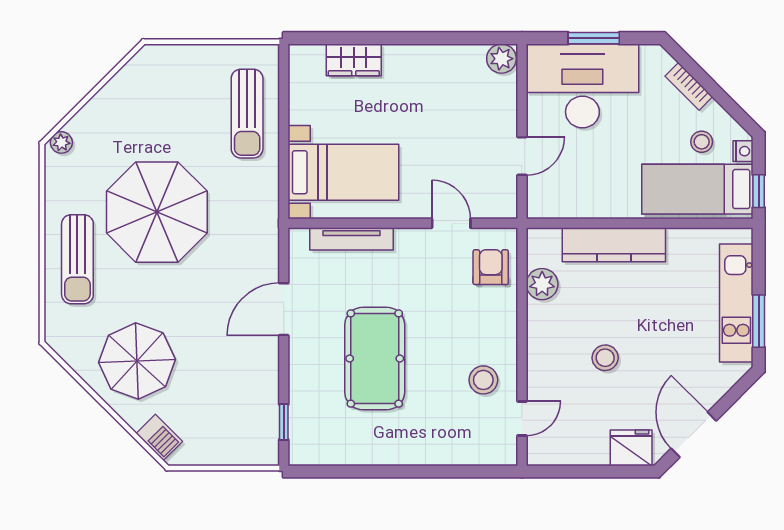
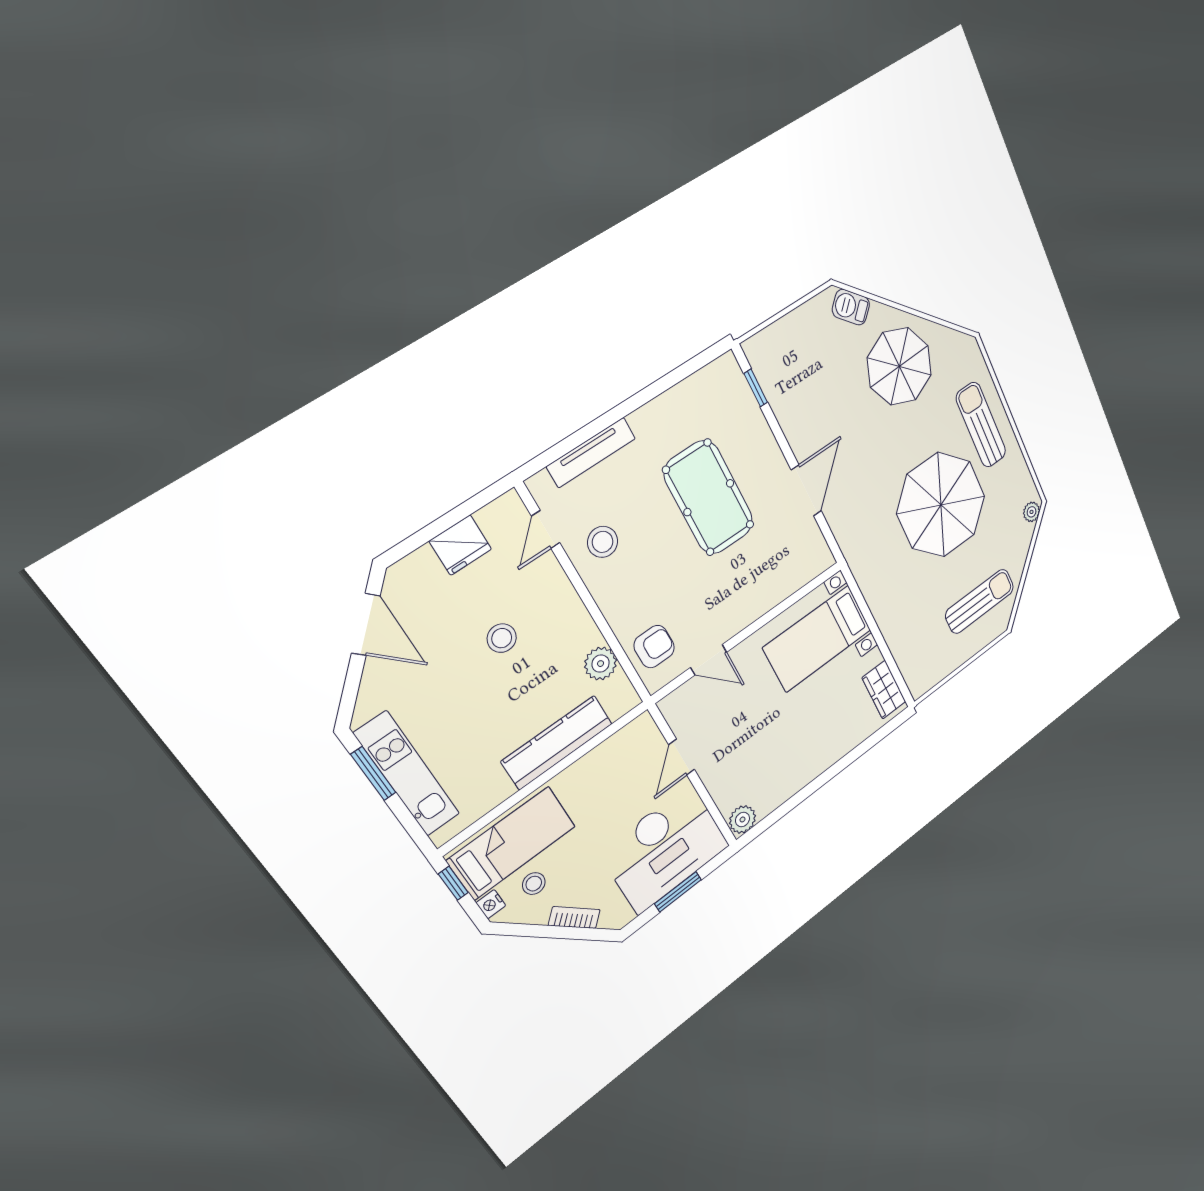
wardrobe: (354, 60) -> (884, 690), moved, turned -90
sun lounger: (247, 114) -> (980, 601), moved, turned 90
tv unit: (352, 239) -> (591, 452), moved, turned 180
armchair: (491, 267) -> (654, 647), turned -90
fridge: (631, 448) -> (460, 545), moved

